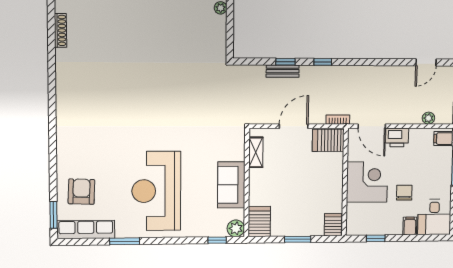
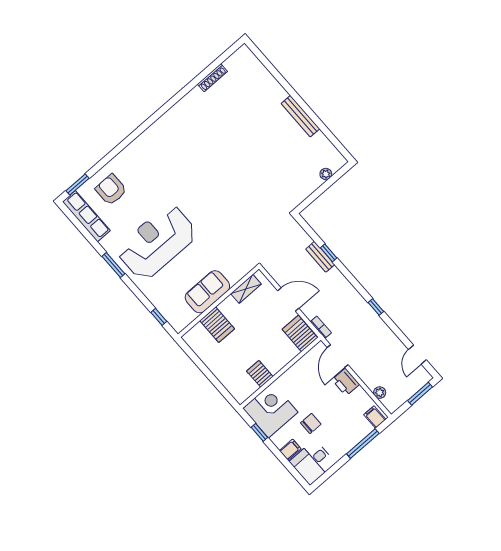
window: (323, 62) -> (376, 307), moved
door: (426, 62) -> (417, 355), hinge flipped
corner desk: (367, 182) -> (270, 410), moved, turned -90
armchair: (81, 192) -> (111, 190), turned -92
server rack: (259, 221) -> (217, 325), moved, turned 90
server rack: (333, 225) -> (260, 374), moved, turned -90
plant: (236, 228) -> (179, 323), removed
window: (298, 239) -> (209, 375), removed
window: (125, 241) -> (113, 265), moved

